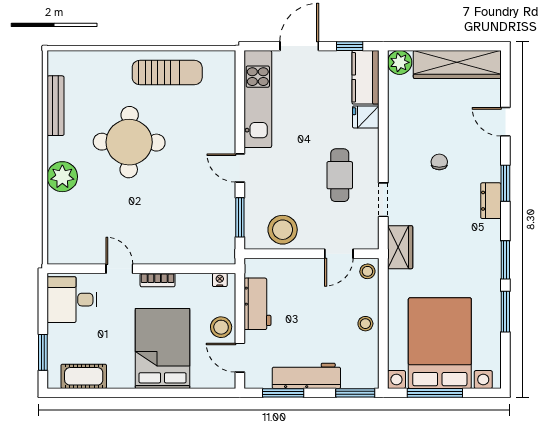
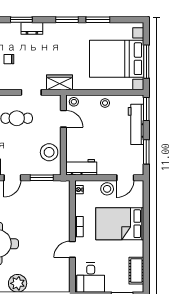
workbench: (257, 304) -> (81, 167), moved
workbench: (306, 376) -> (136, 124), moved

